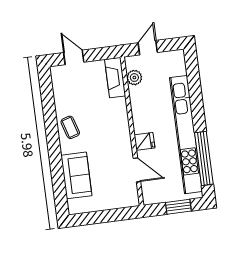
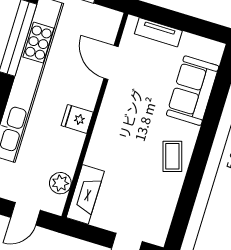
fridge: (145, 141) -> (77, 119), moved
tv unit: (115, 203) -> (158, 32), added

